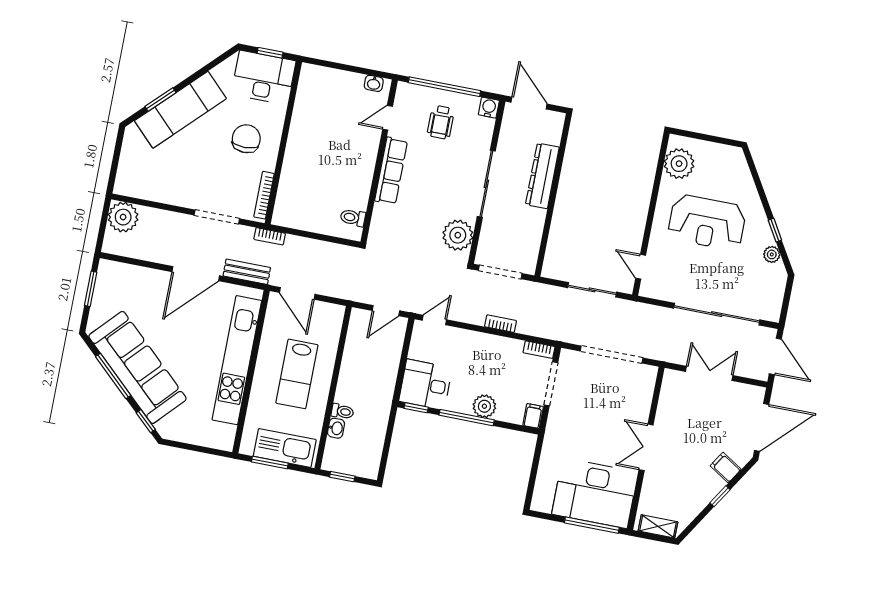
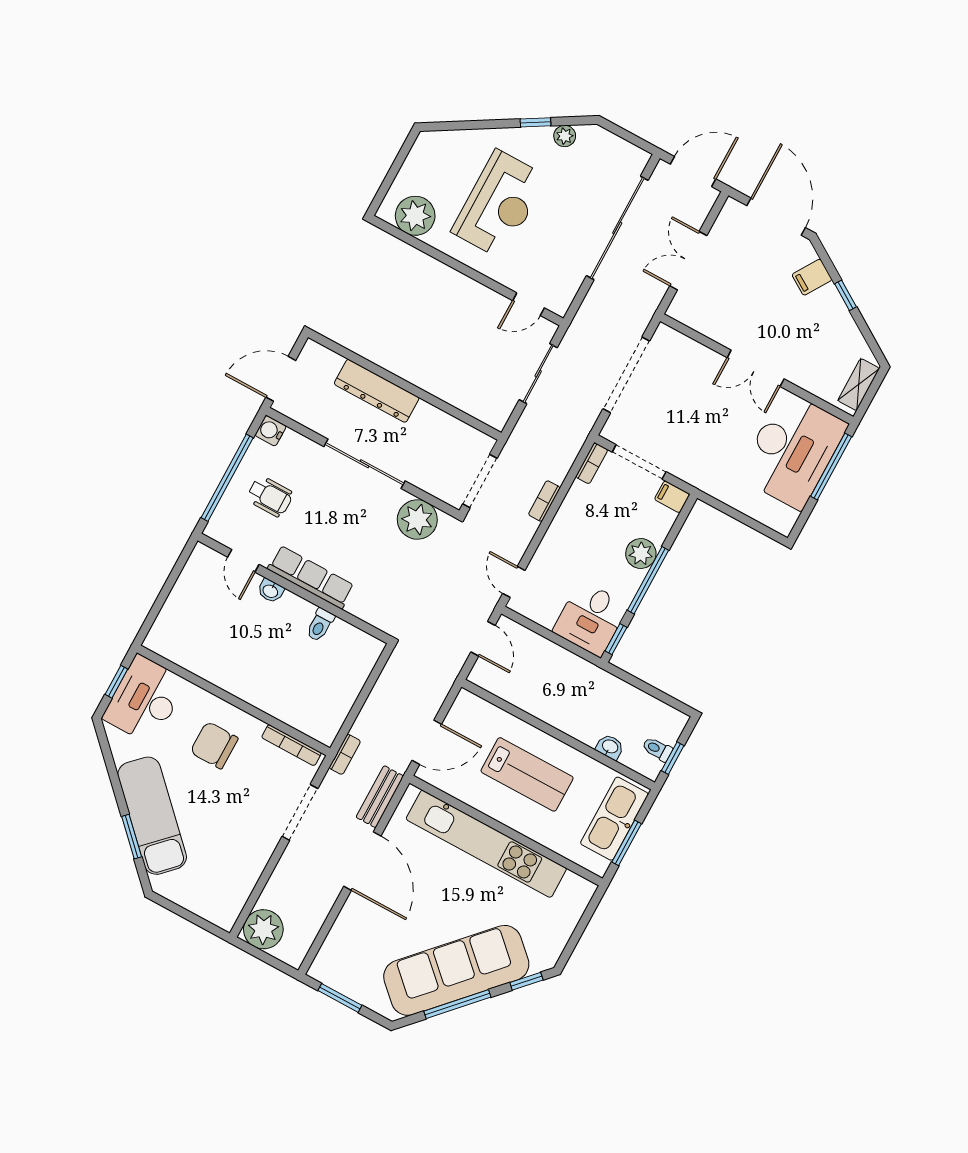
washbasin: (374, 83) -> (271, 591), moved, turned 90
toilet: (353, 218) -> (320, 625), moved
toilet: (342, 411) -> (657, 749), moved, turned -90

